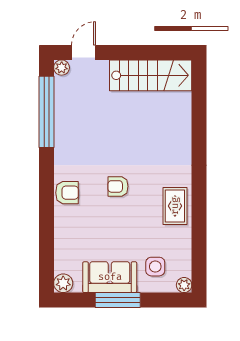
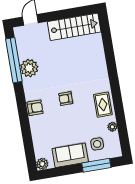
plant: (62, 68) -> (29, 68), moved, width x1.88, depth x1.88
plant: (184, 285) -> (112, 127), moved
window: (118, 300) -> (96, 165), moved

